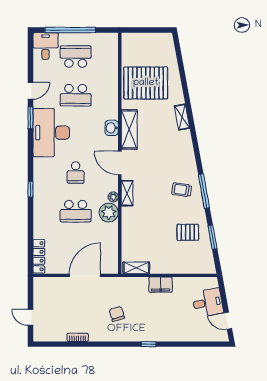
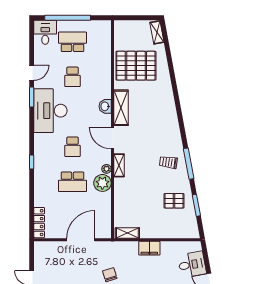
school desk: (76, 95) -> (72, 77), width x0.54
shelving: (182, 117) -> (157, 32), moved

